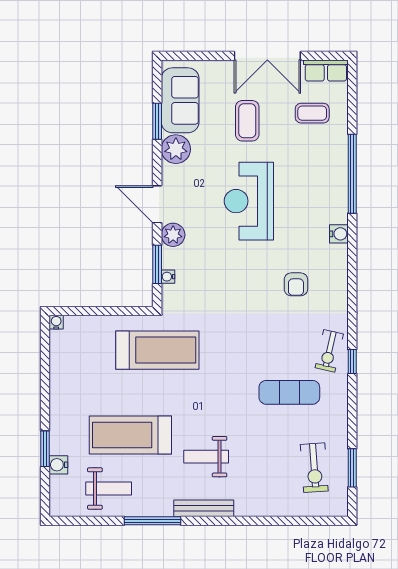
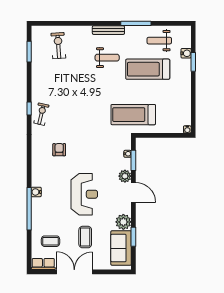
water cooler: (339, 234) -> (36, 192), moved
exercise mat: (289, 392) -> (63, 92), removed
treadmill: (130, 435) -> (148, 69), turned 180
exercise bike: (314, 468) -> (58, 46), moved

